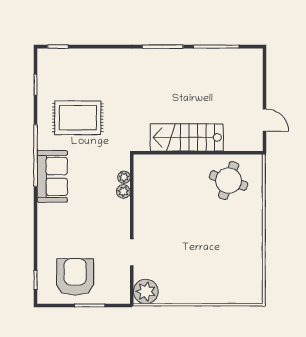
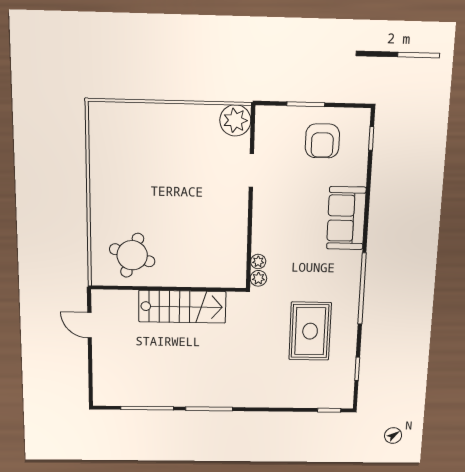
rug: (78, 118) -> (310, 331), turned 90
sofa: (52, 176) -> (346, 218), moved
plant: (123, 192) -> (258, 278), moved
armchair: (75, 277) -> (322, 141), width x0.73, depth x0.73

